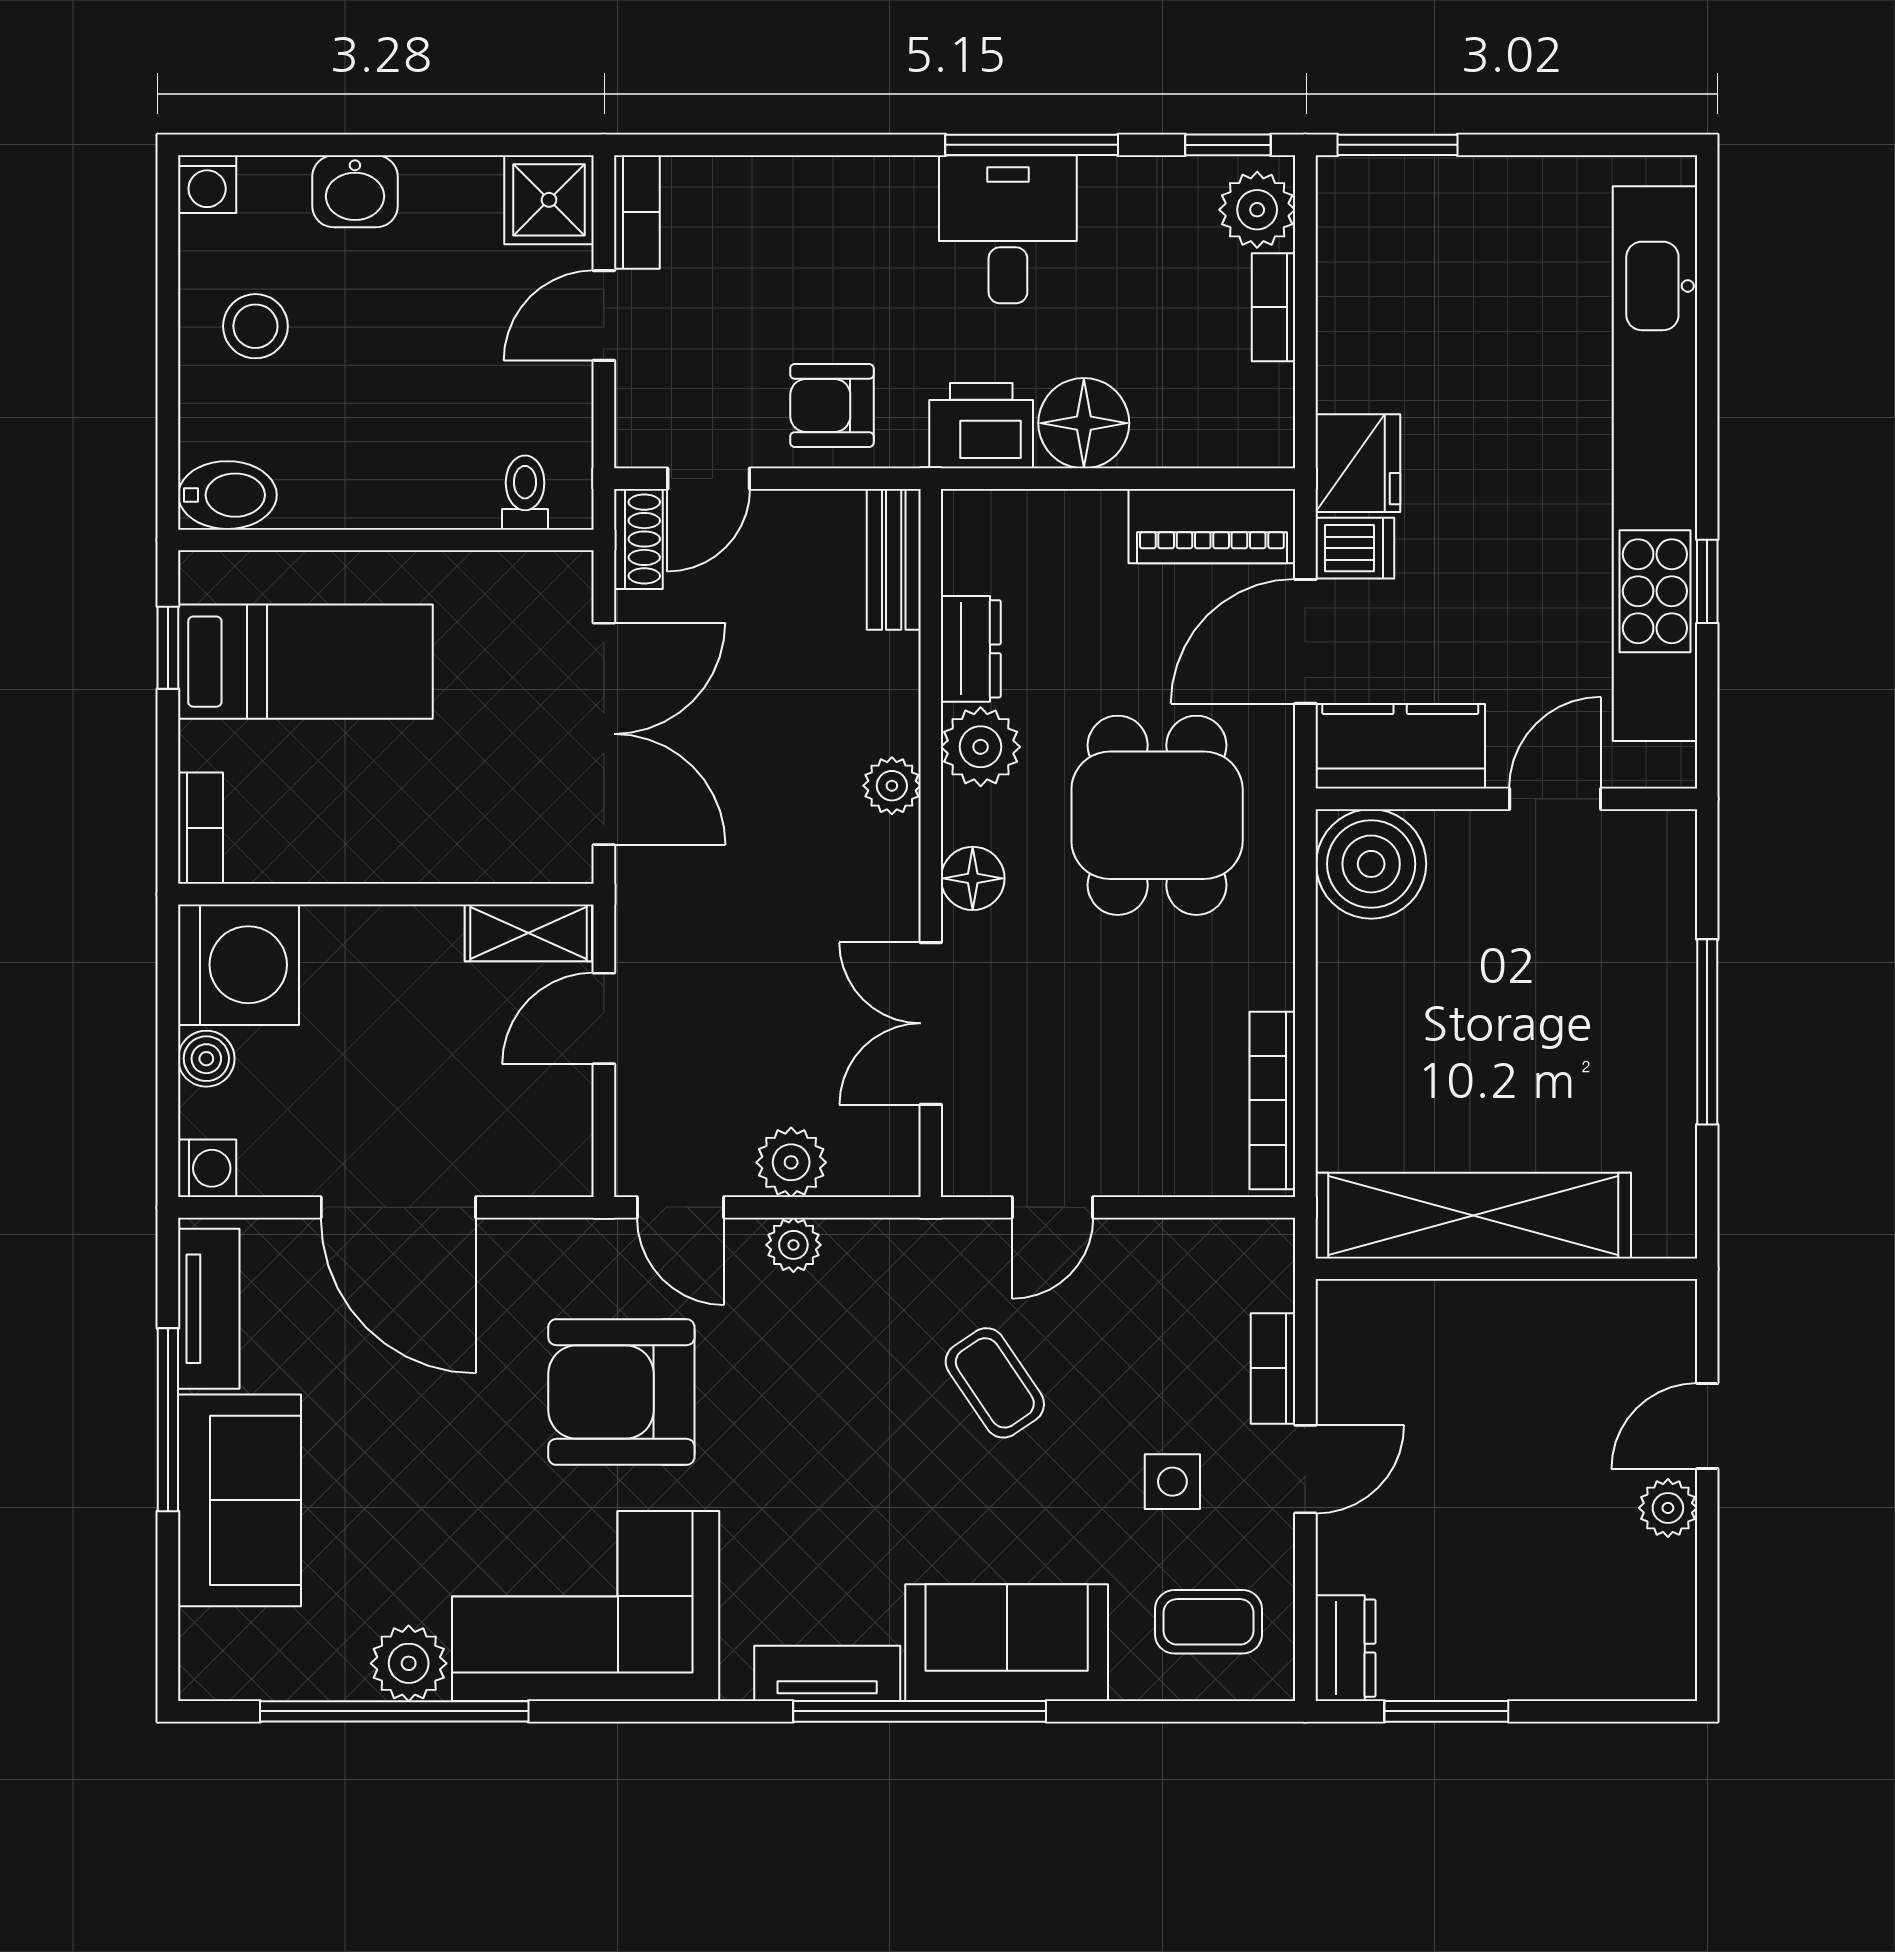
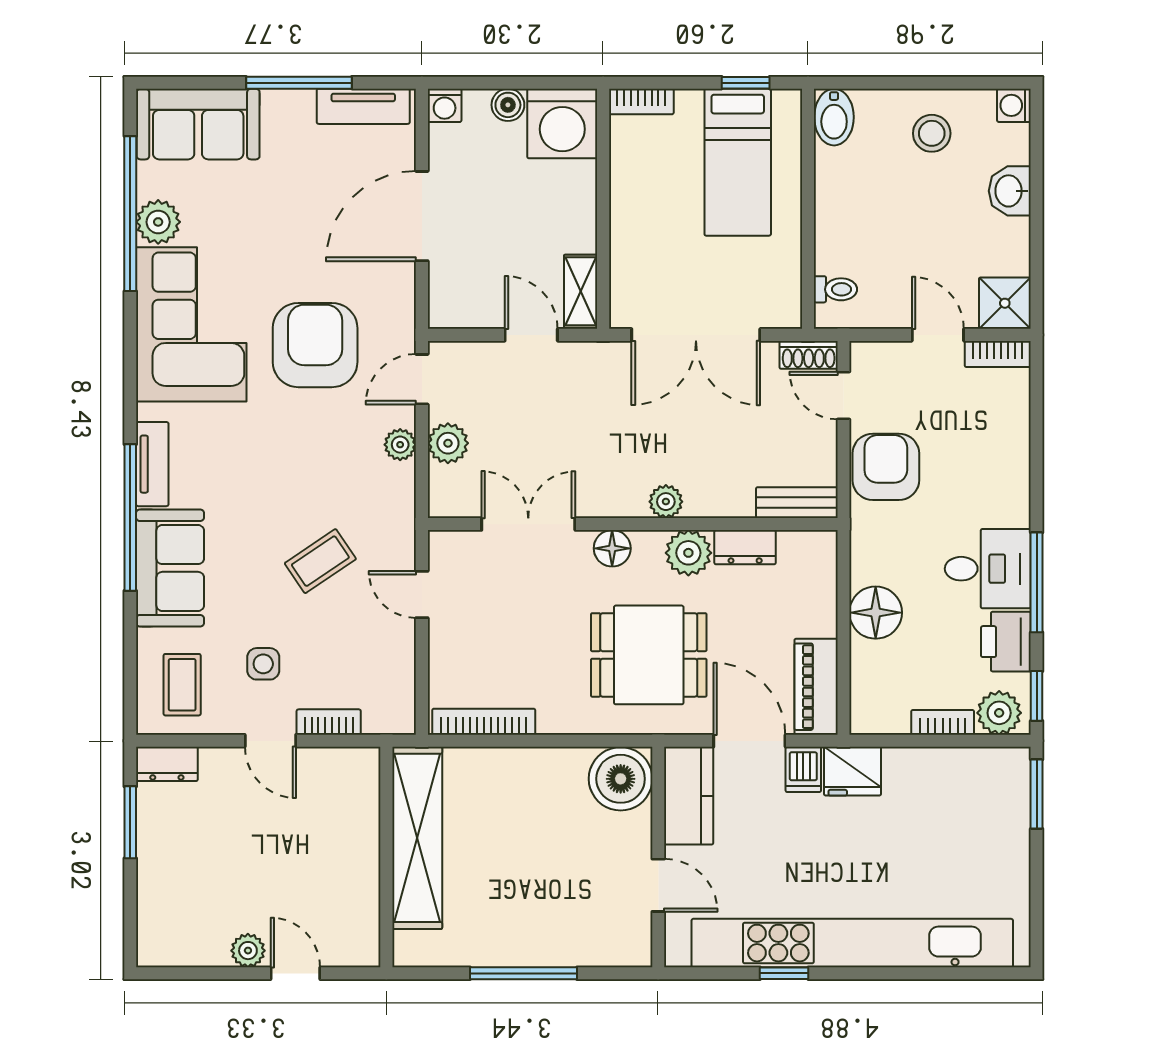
armchair: (832, 405) -> (886, 467), width x1.38, depth x1.38
printer: (981, 426) -> (1006, 642), moved, turned 180
sofa: (239, 1500) -> (198, 124), moved

